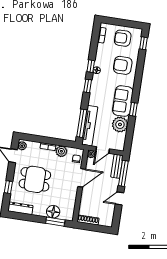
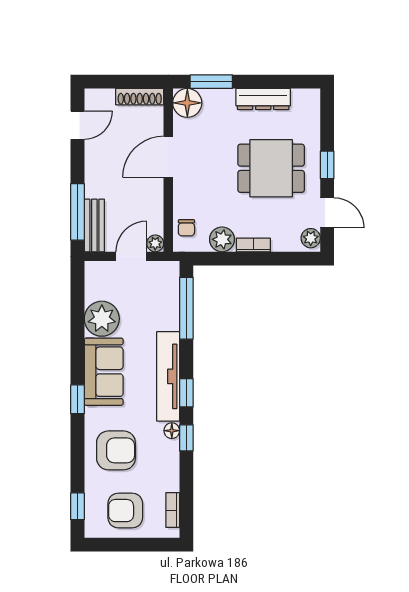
armchair: (123, 38) -> (125, 511), turned 180
window: (133, 109) -> (77, 399), moved
tv unit: (90, 126) -> (168, 376), moved
door: (82, 178) -> (168, 157), moved
window: (8, 187) -> (327, 165), moved
door: (119, 198) -> (77, 125), moved
dresser: (20, 208) -> (263, 99), moved
floor lamp: (53, 212) -> (187, 103), moved

